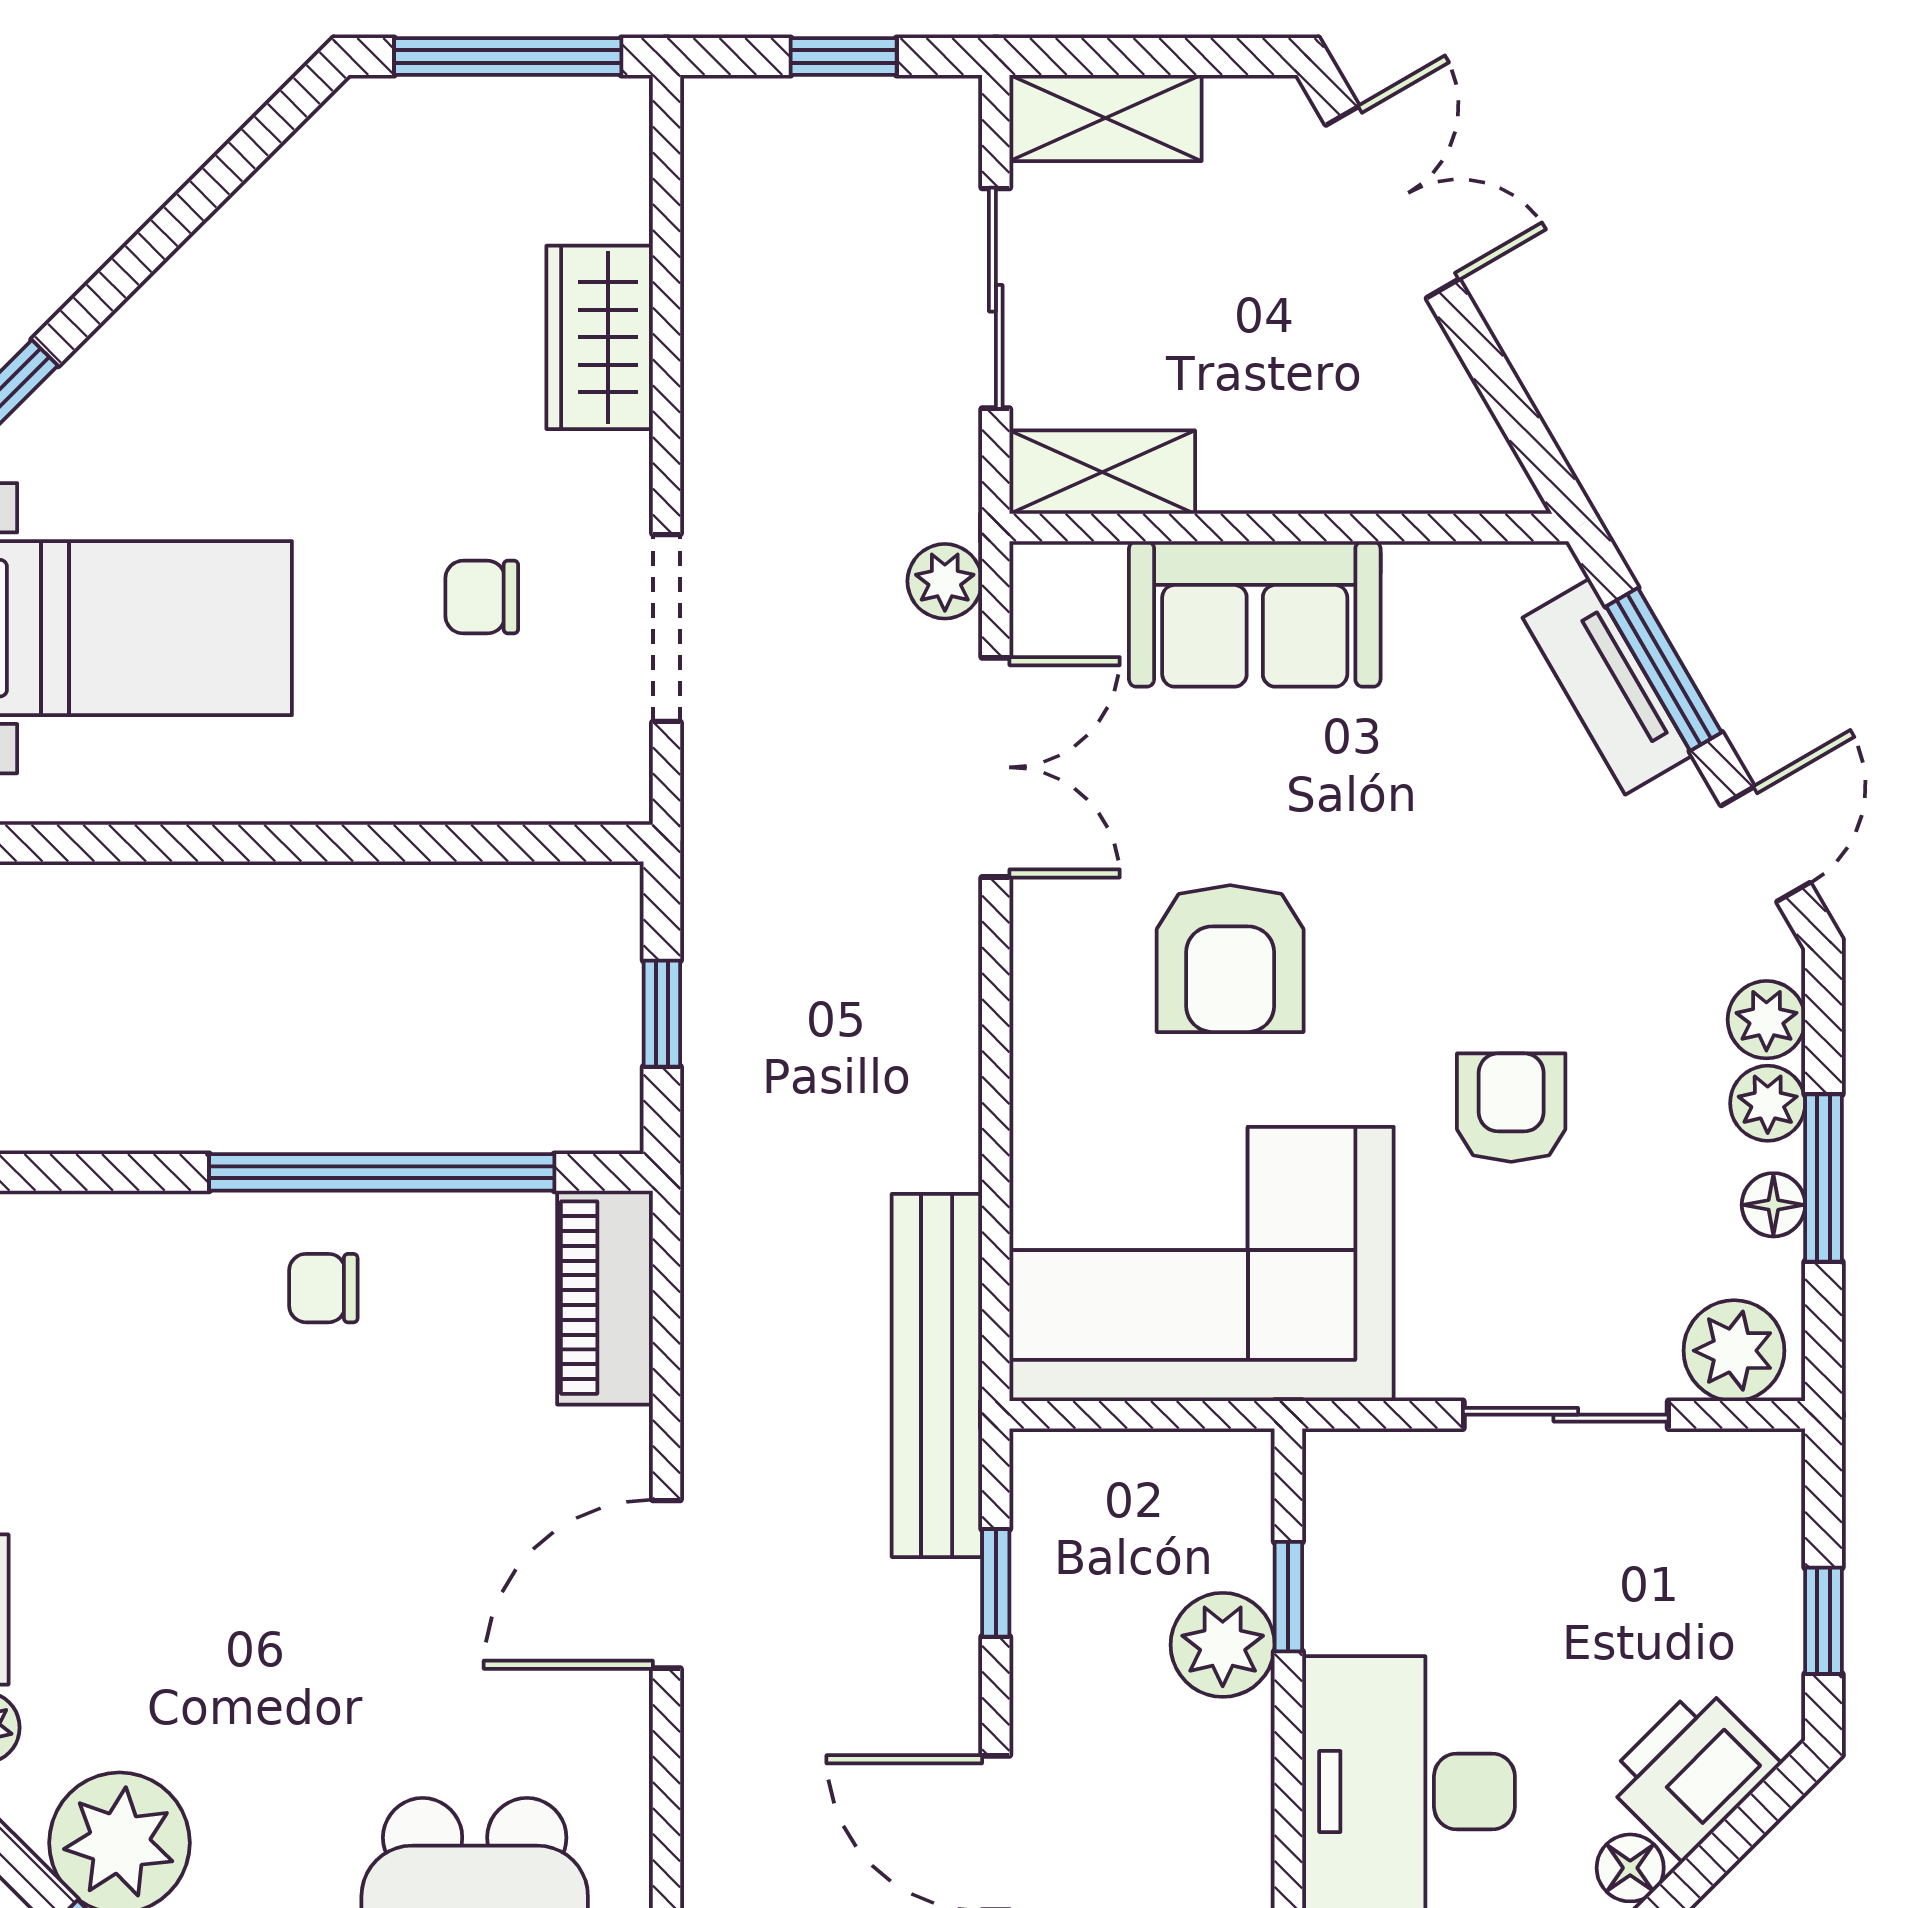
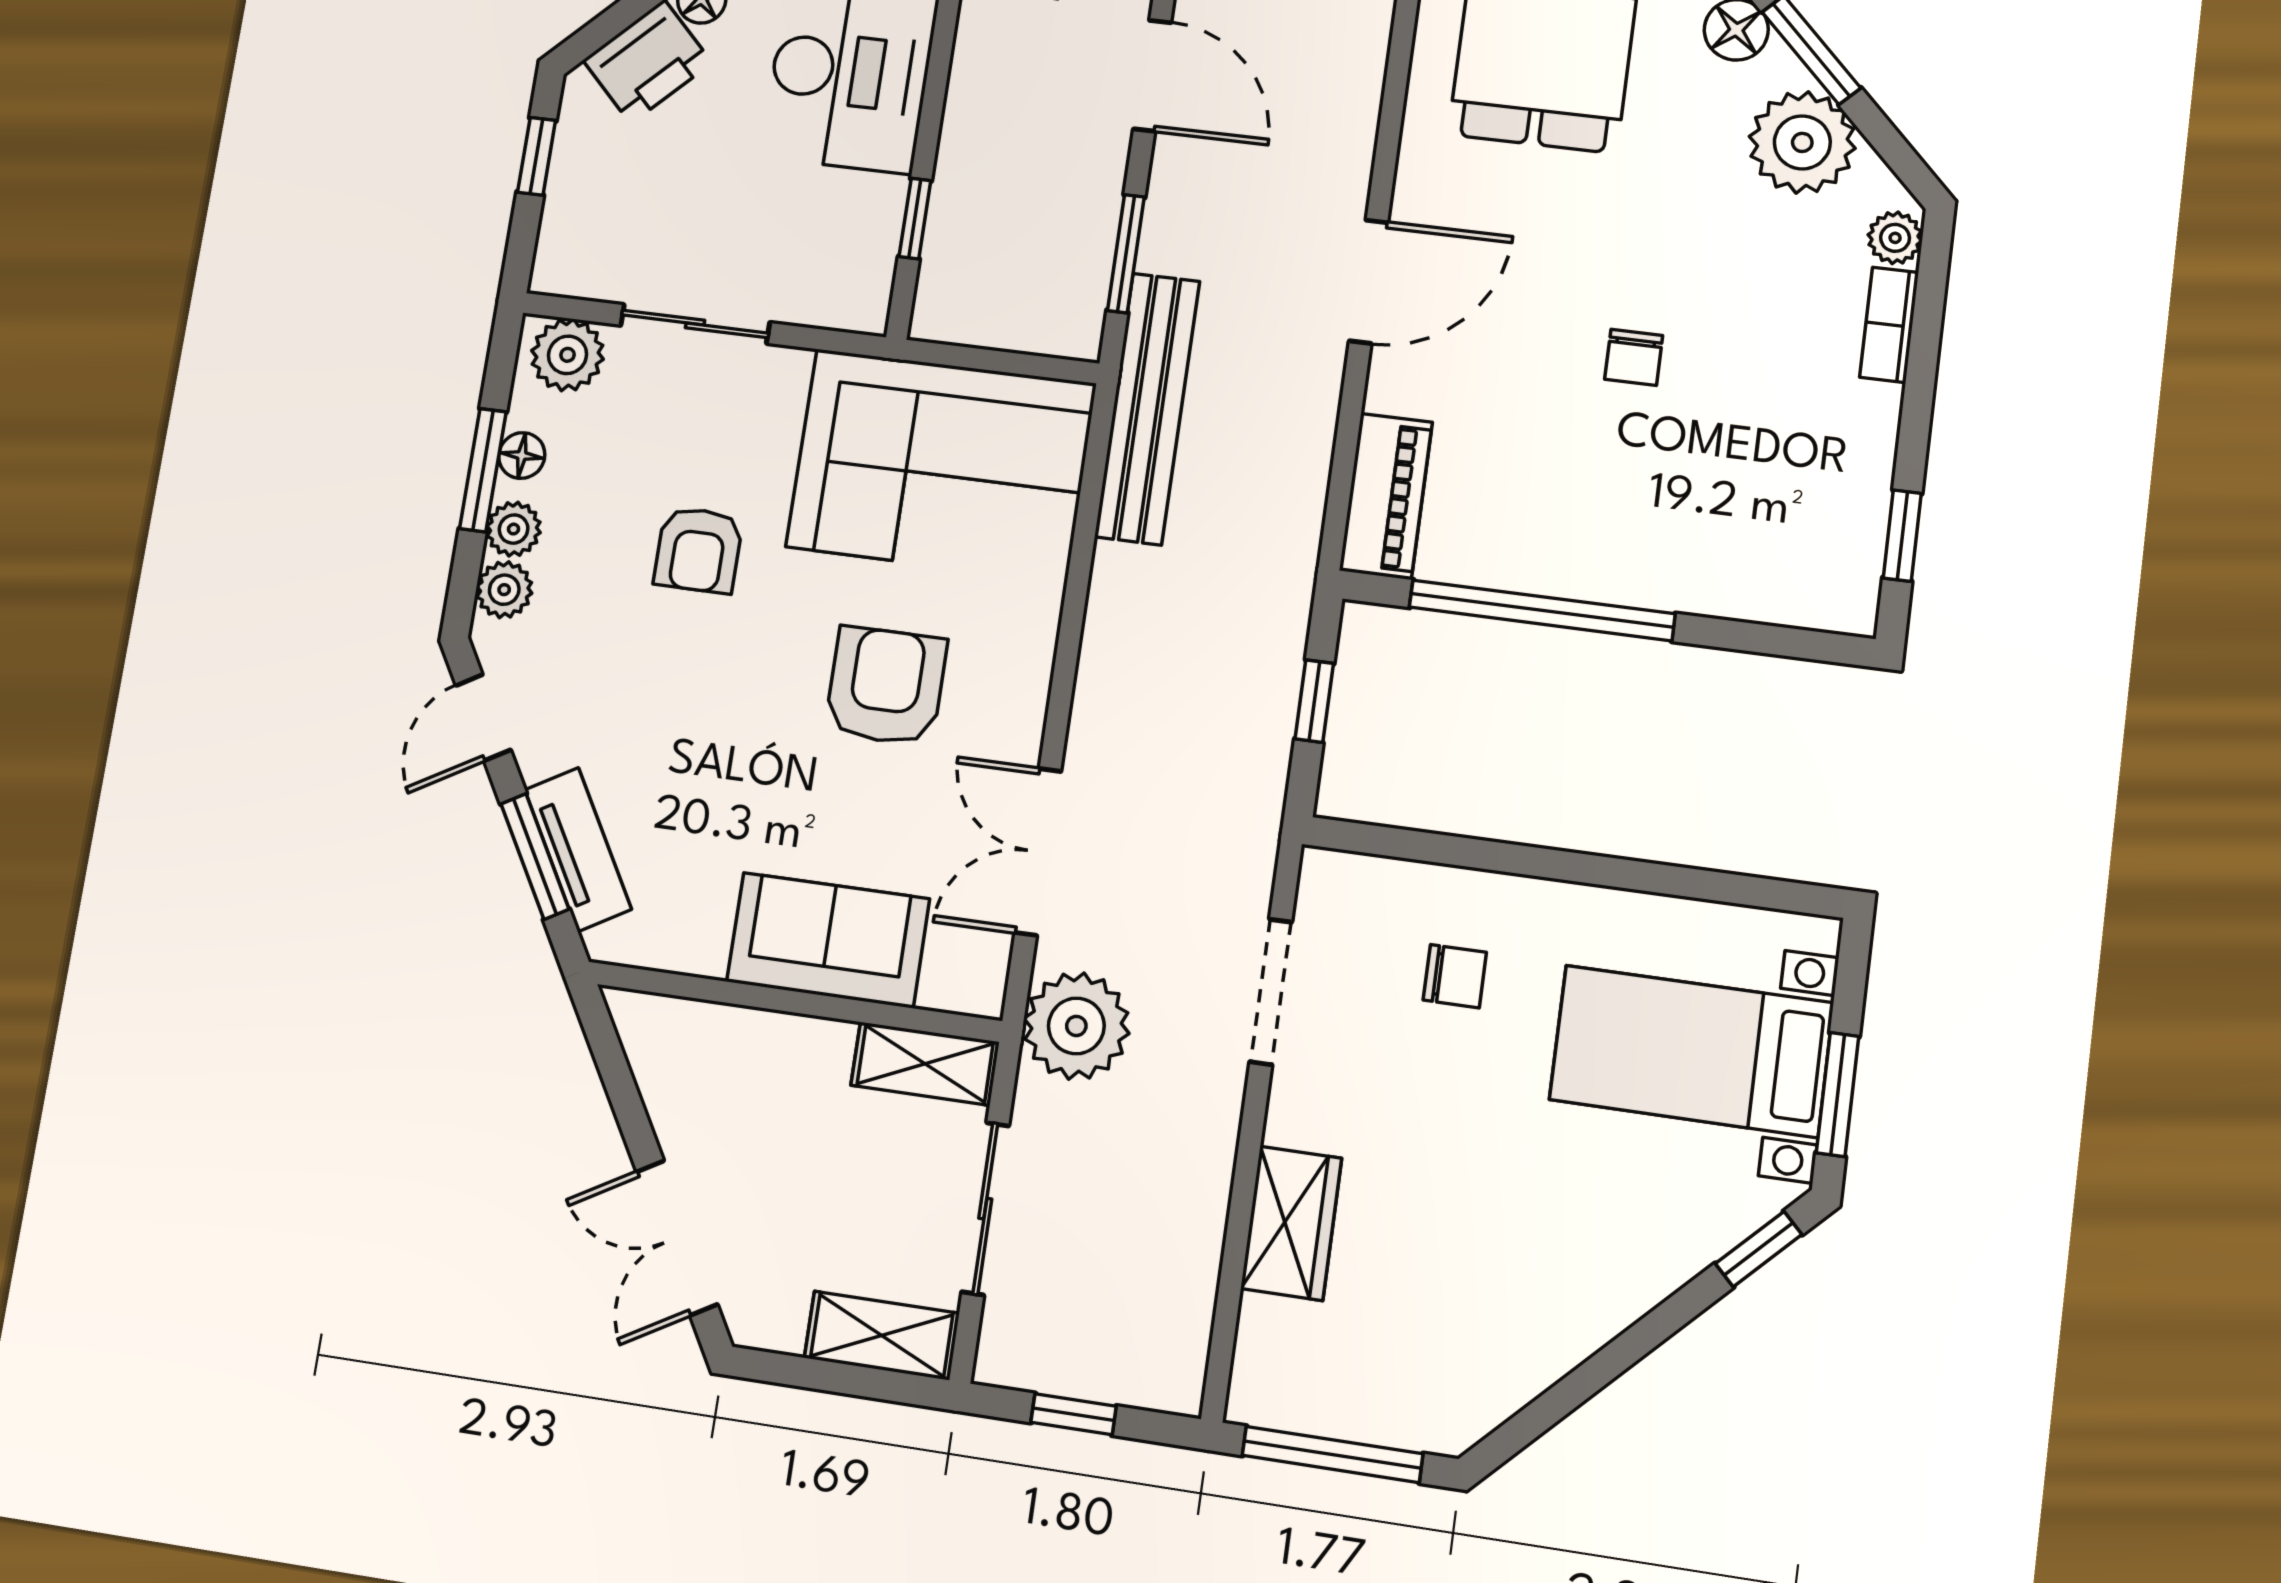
plant: (945, 581) -> (1076, 1026), width x1.88, depth x1.88
chair: (482, 597) -> (1455, 976), moved
chair: (323, 1288) -> (1634, 357), moved, turned 90
window: (996, 1583) -> (1126, 254), width x1.50
plant: (1223, 1645) -> (968, 190), removed

